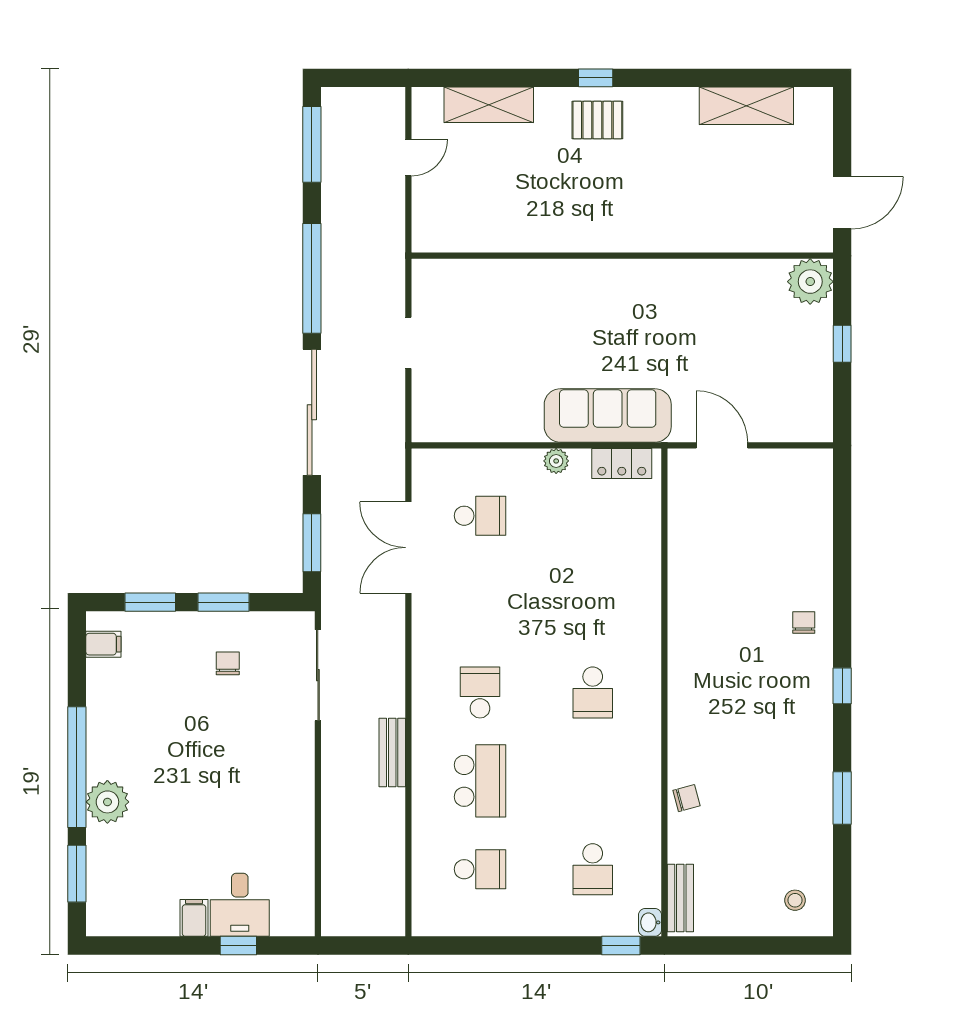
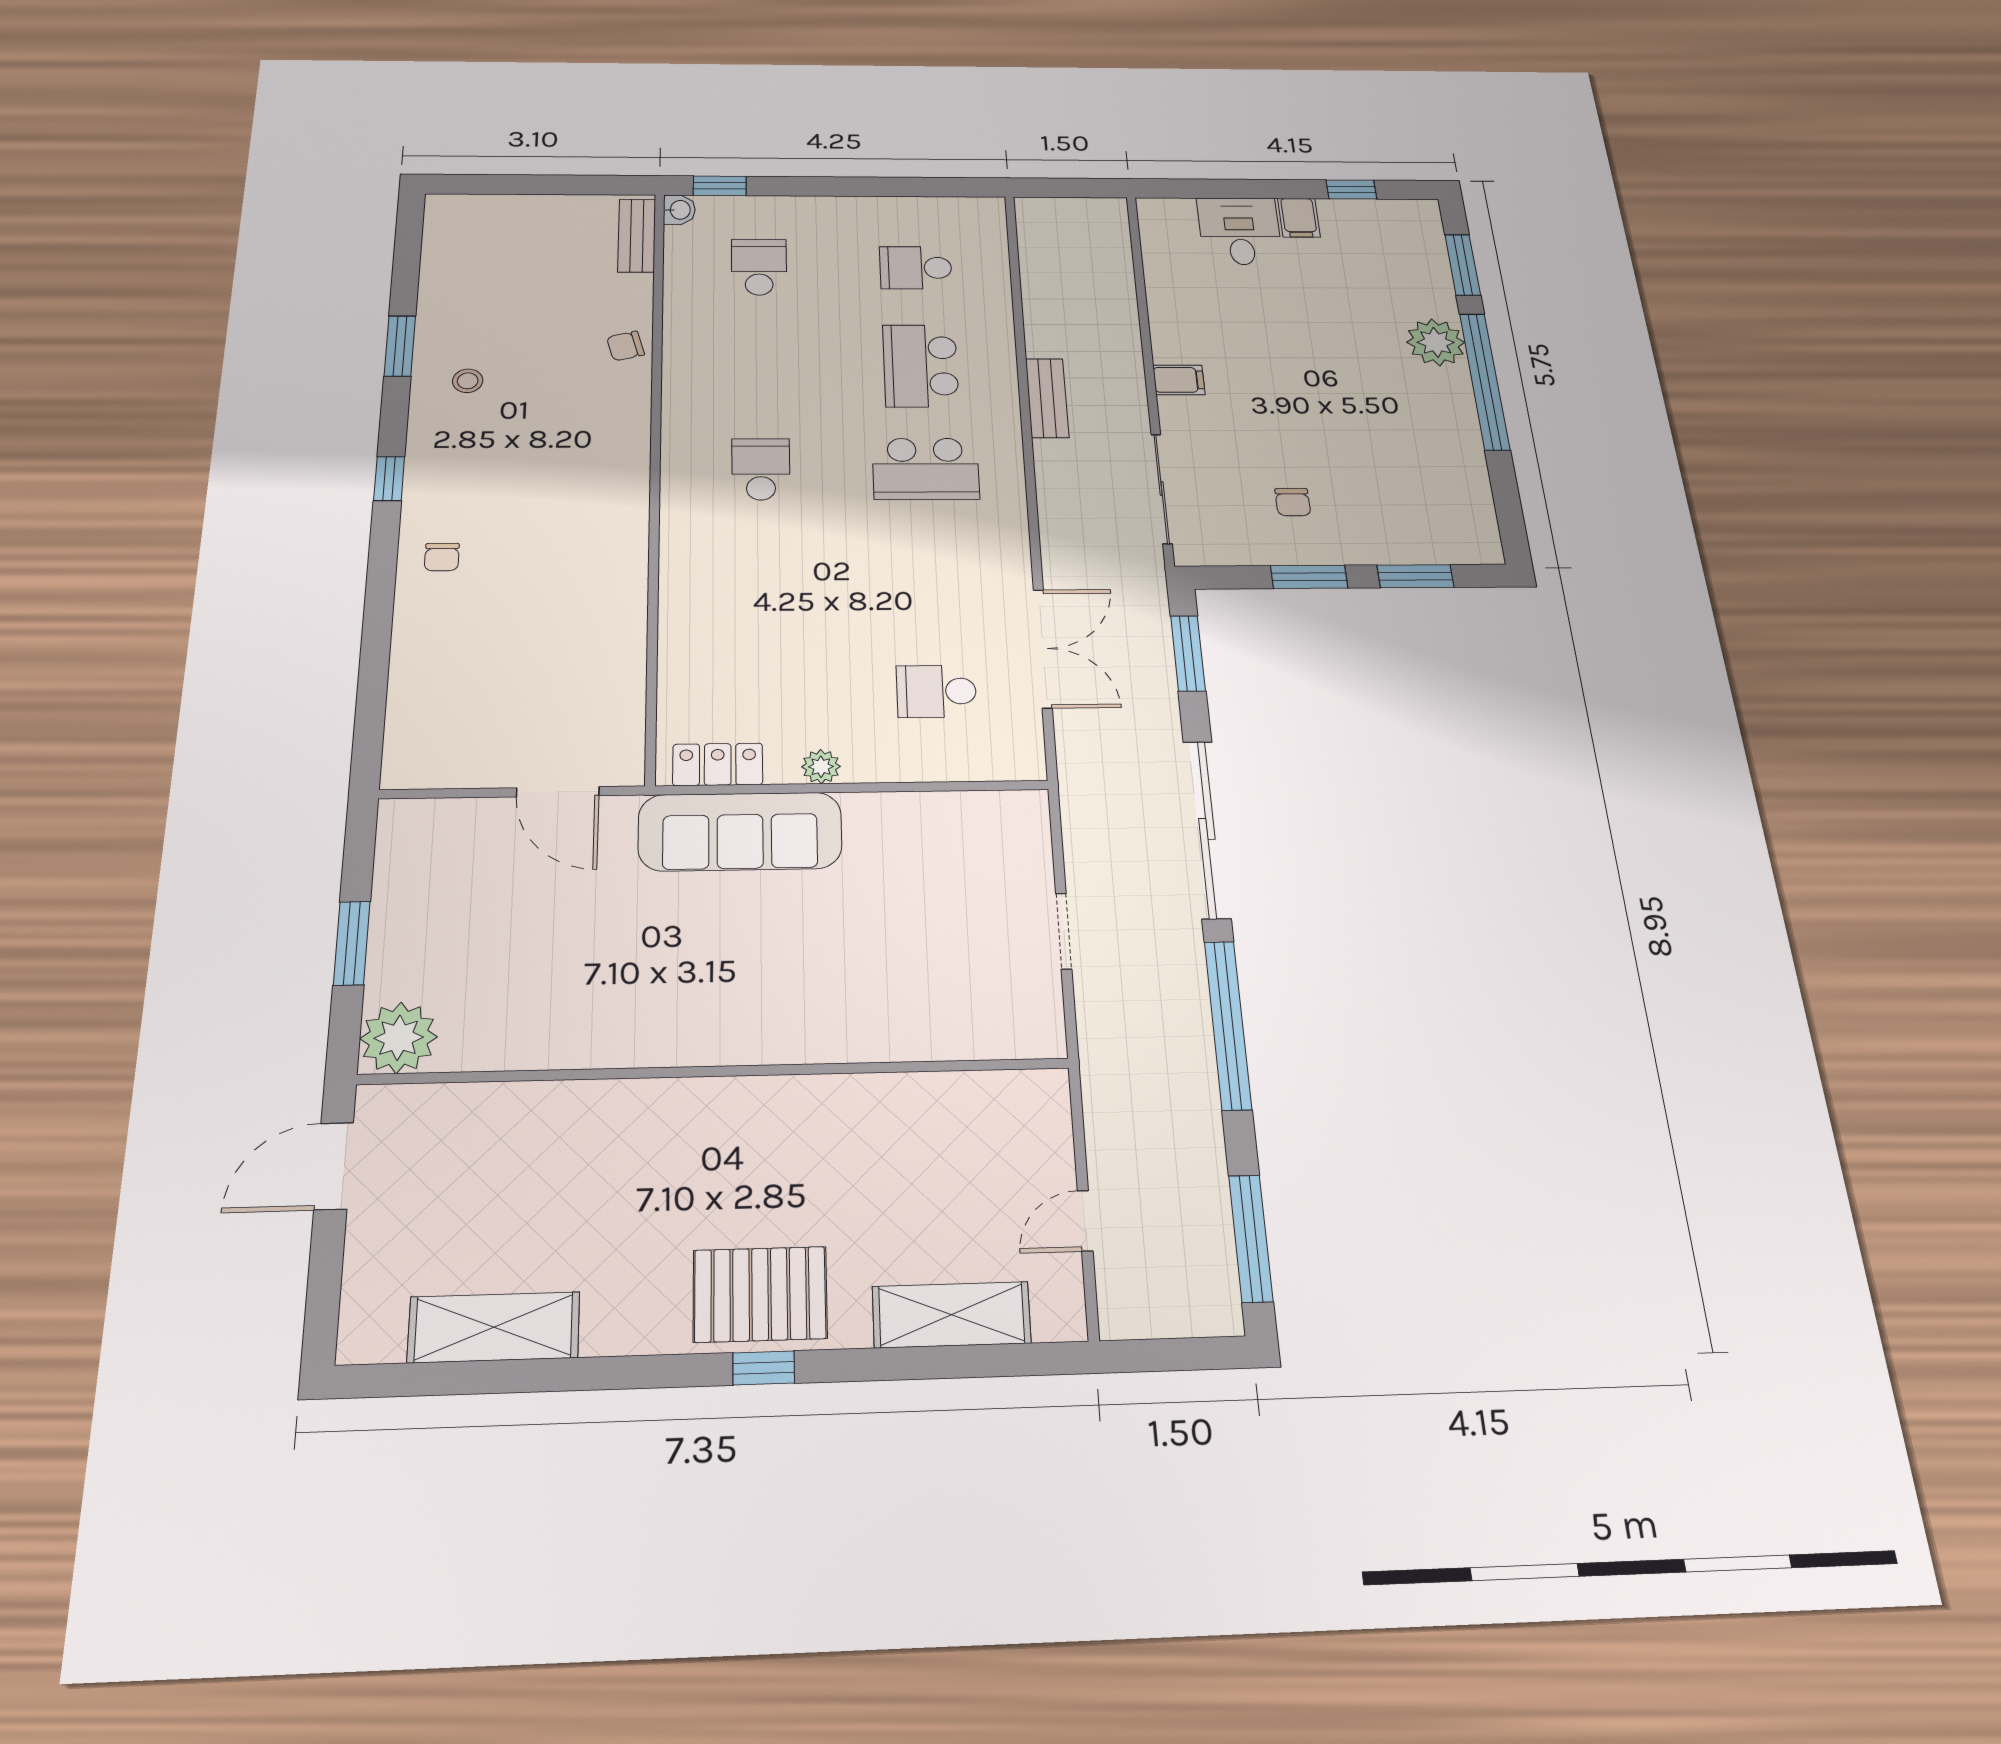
pallet: (597, 120) -> (760, 1294), width x1.50, depth x1.42
window: (842, 344) -> (352, 943), width x1.50
filing cabinet: (103, 644) -> (1179, 380), moved, turned 180
school desk: (480, 692) -> (926, 469), width x1.85
stool: (795, 900) -> (468, 381), moved
window: (238, 946) -> (1351, 190), moved

